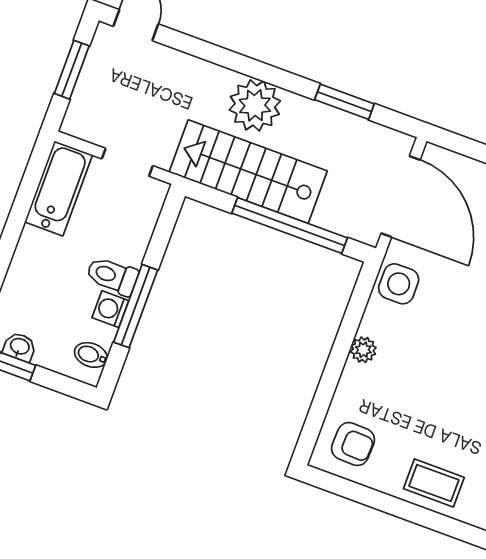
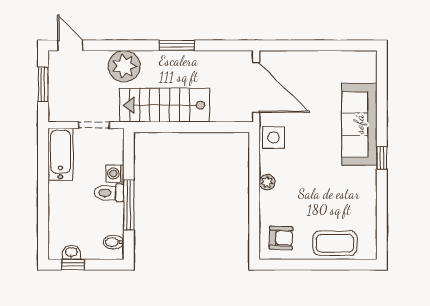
window: (344, 102) -> (177, 45), moved
plant: (255, 105) -> (124, 66), moved
window: (290, 226) -> (199, 127), removed
washing machine: (110, 309) -> (115, 174), moved
coffee table: (434, 483) -> (335, 243), width x1.36, depth x1.30

